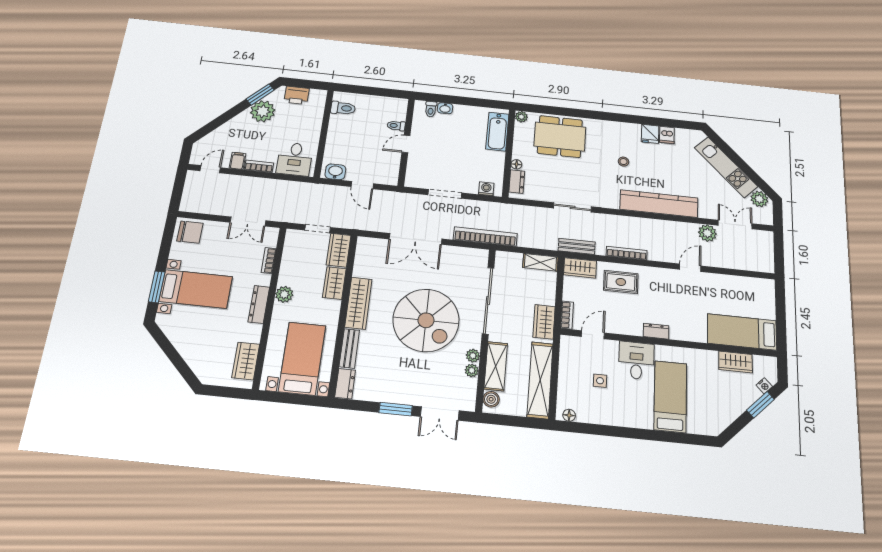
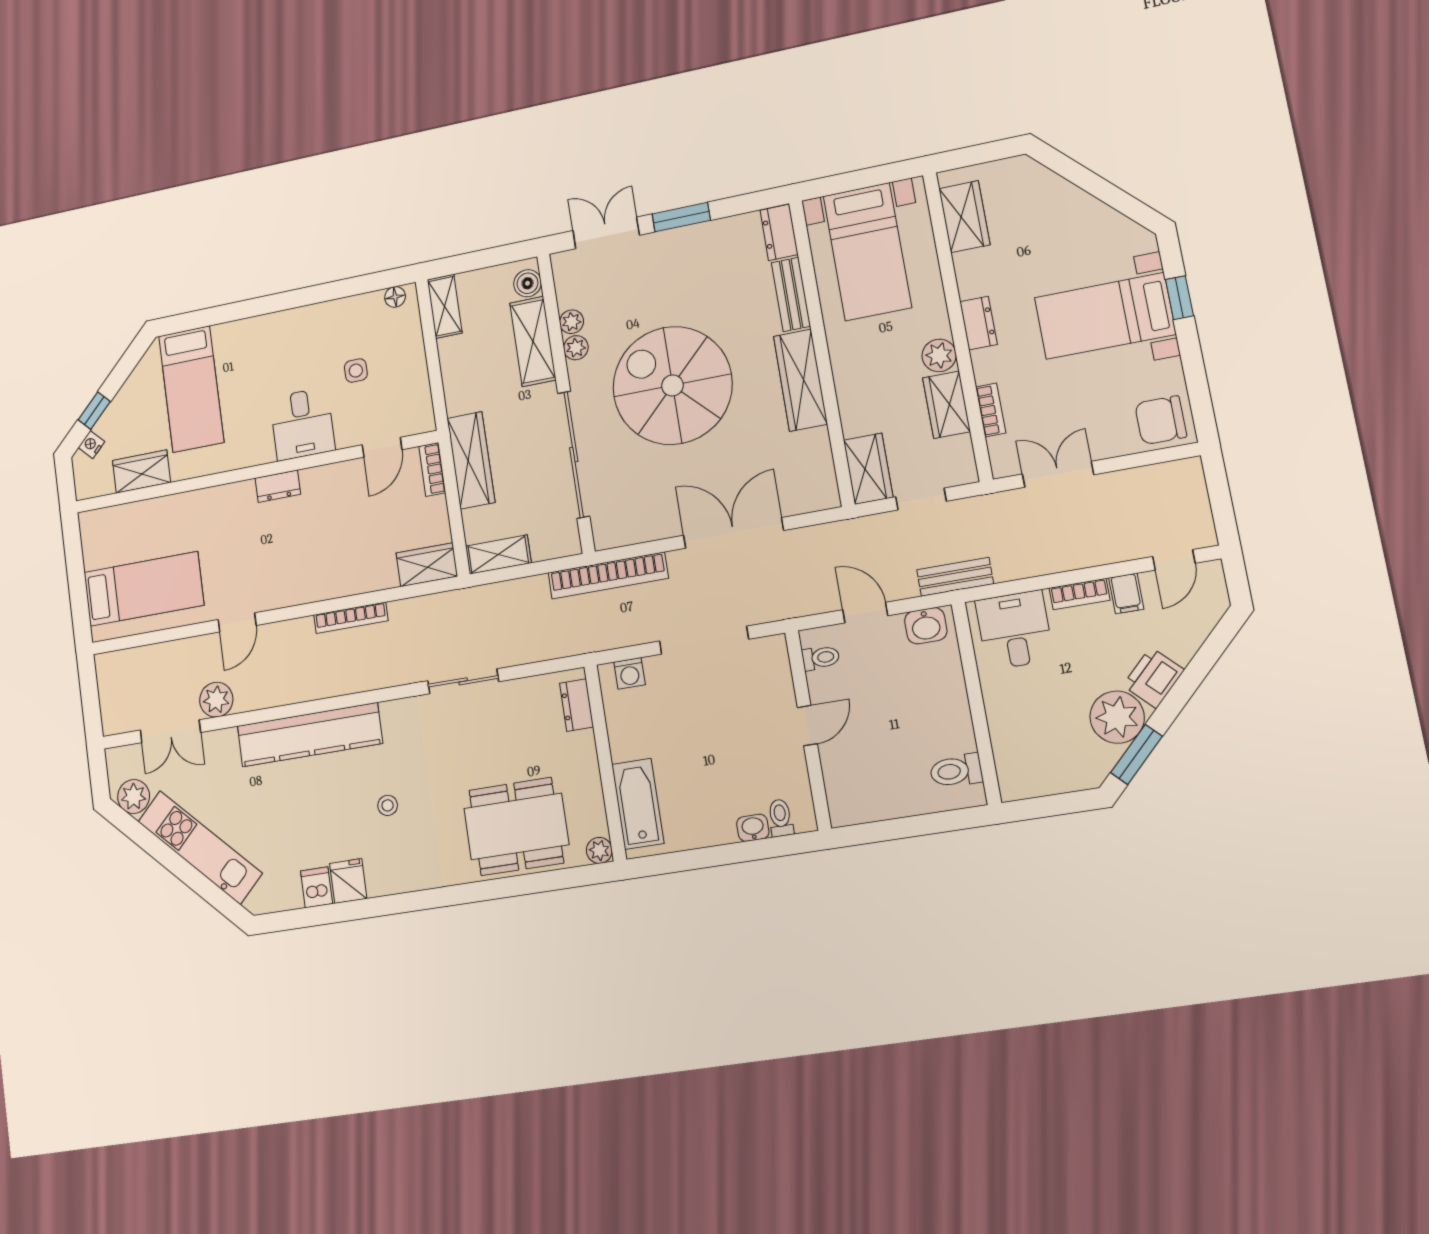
printer: (297, 95) -> (1153, 678), moved, turned -45
toilet: (396, 126) -> (821, 658), moved
floor lamp: (516, 164) -> (585, 742), removed
doorway: (445, 194) -> (704, 640), width x1.36
bench: (577, 246) -> (955, 577), moved
rug: (621, 282) -> (352, 559), removed
wardrobe: (334, 283) -> (947, 405), moved, turned 180
window: (157, 287) -> (1179, 298), width x0.67
dresser: (259, 304) -> (978, 323), width x0.70
wardrobe: (544, 322) -> (471, 460), width x1.50
bed: (742, 332) -> (144, 589), moved
shelving: (540, 380) -> (445, 306), width x0.45, depth x0.75
bed: (670, 397) -> (191, 389), moved
window: (761, 405) -> (94, 411), width x0.67

